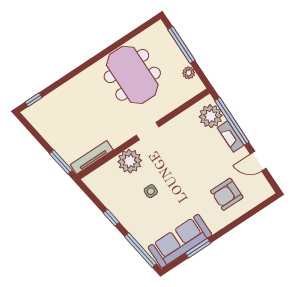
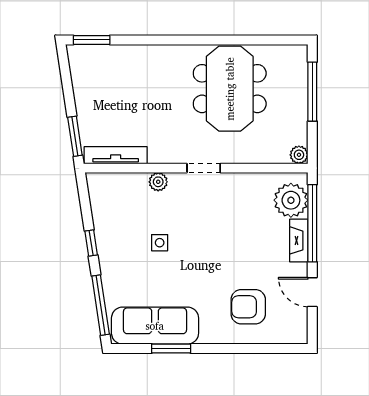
plant: (189, 73) -> (299, 155), moved
window: (34, 100) -> (92, 40), width x1.50
plant: (130, 161) -> (158, 182), width x0.53, depth x0.53

